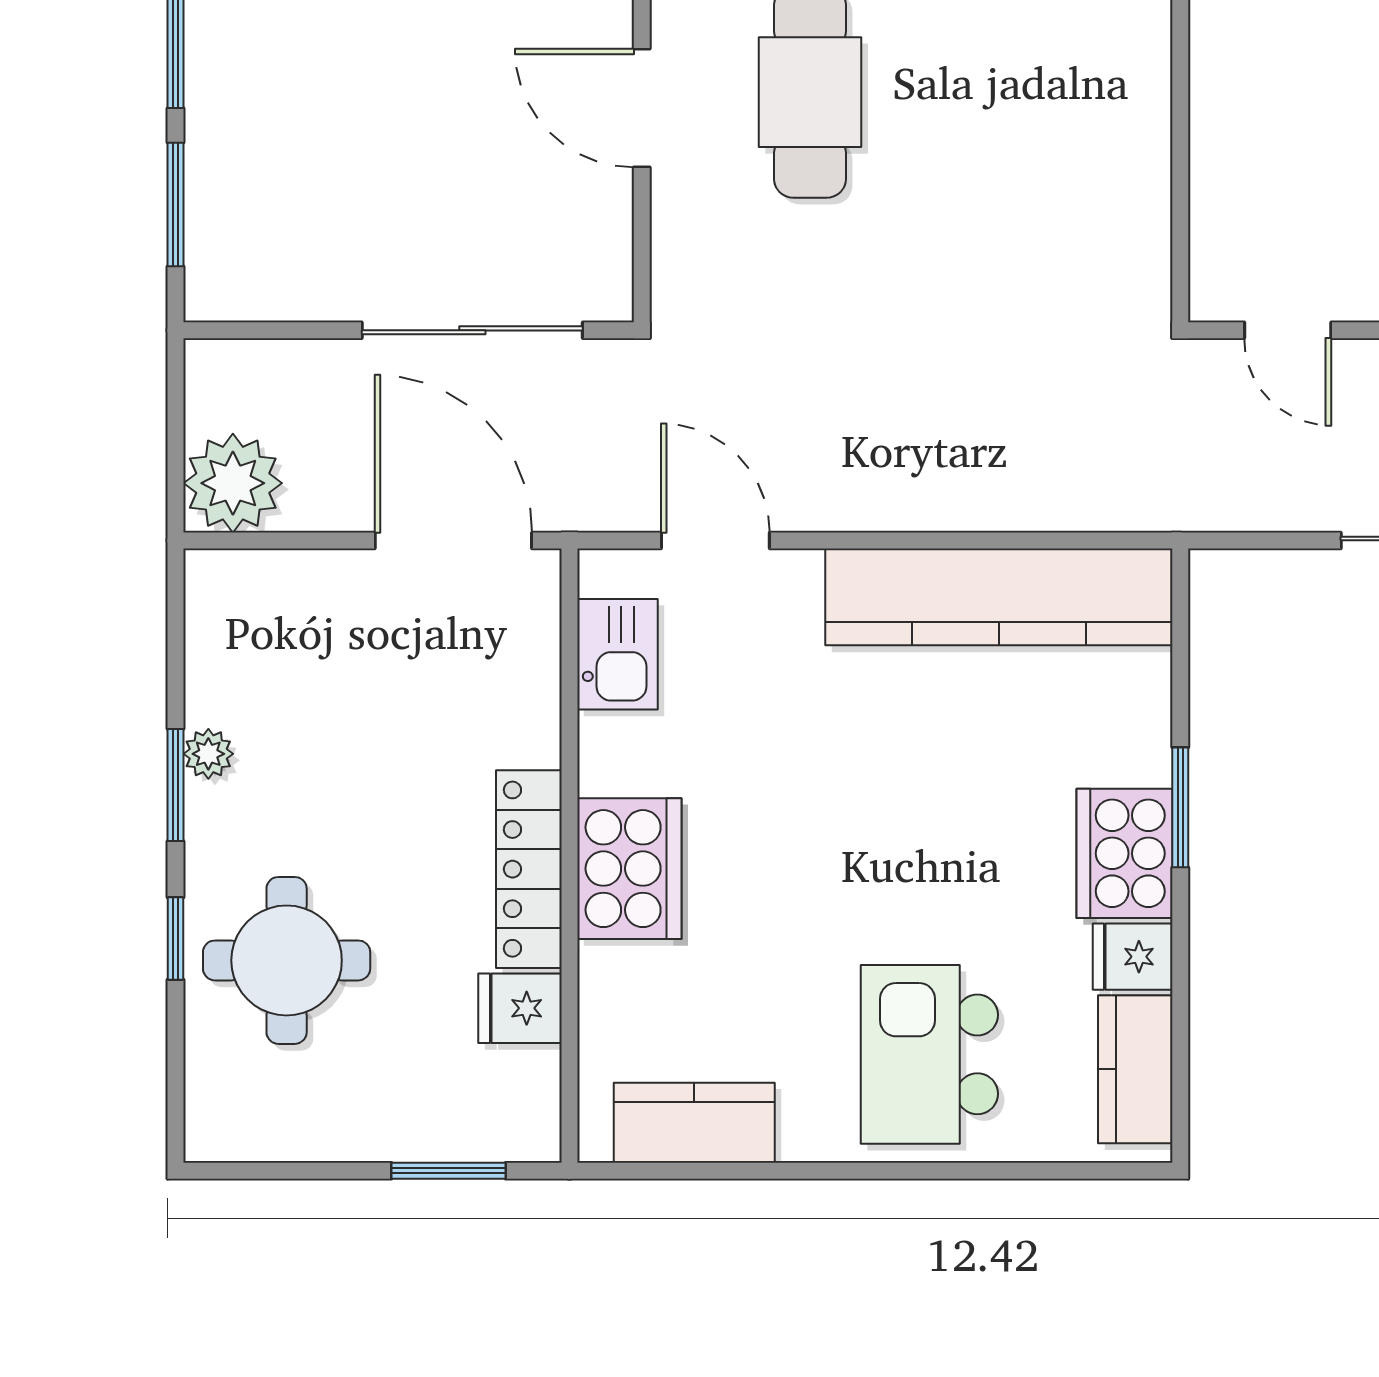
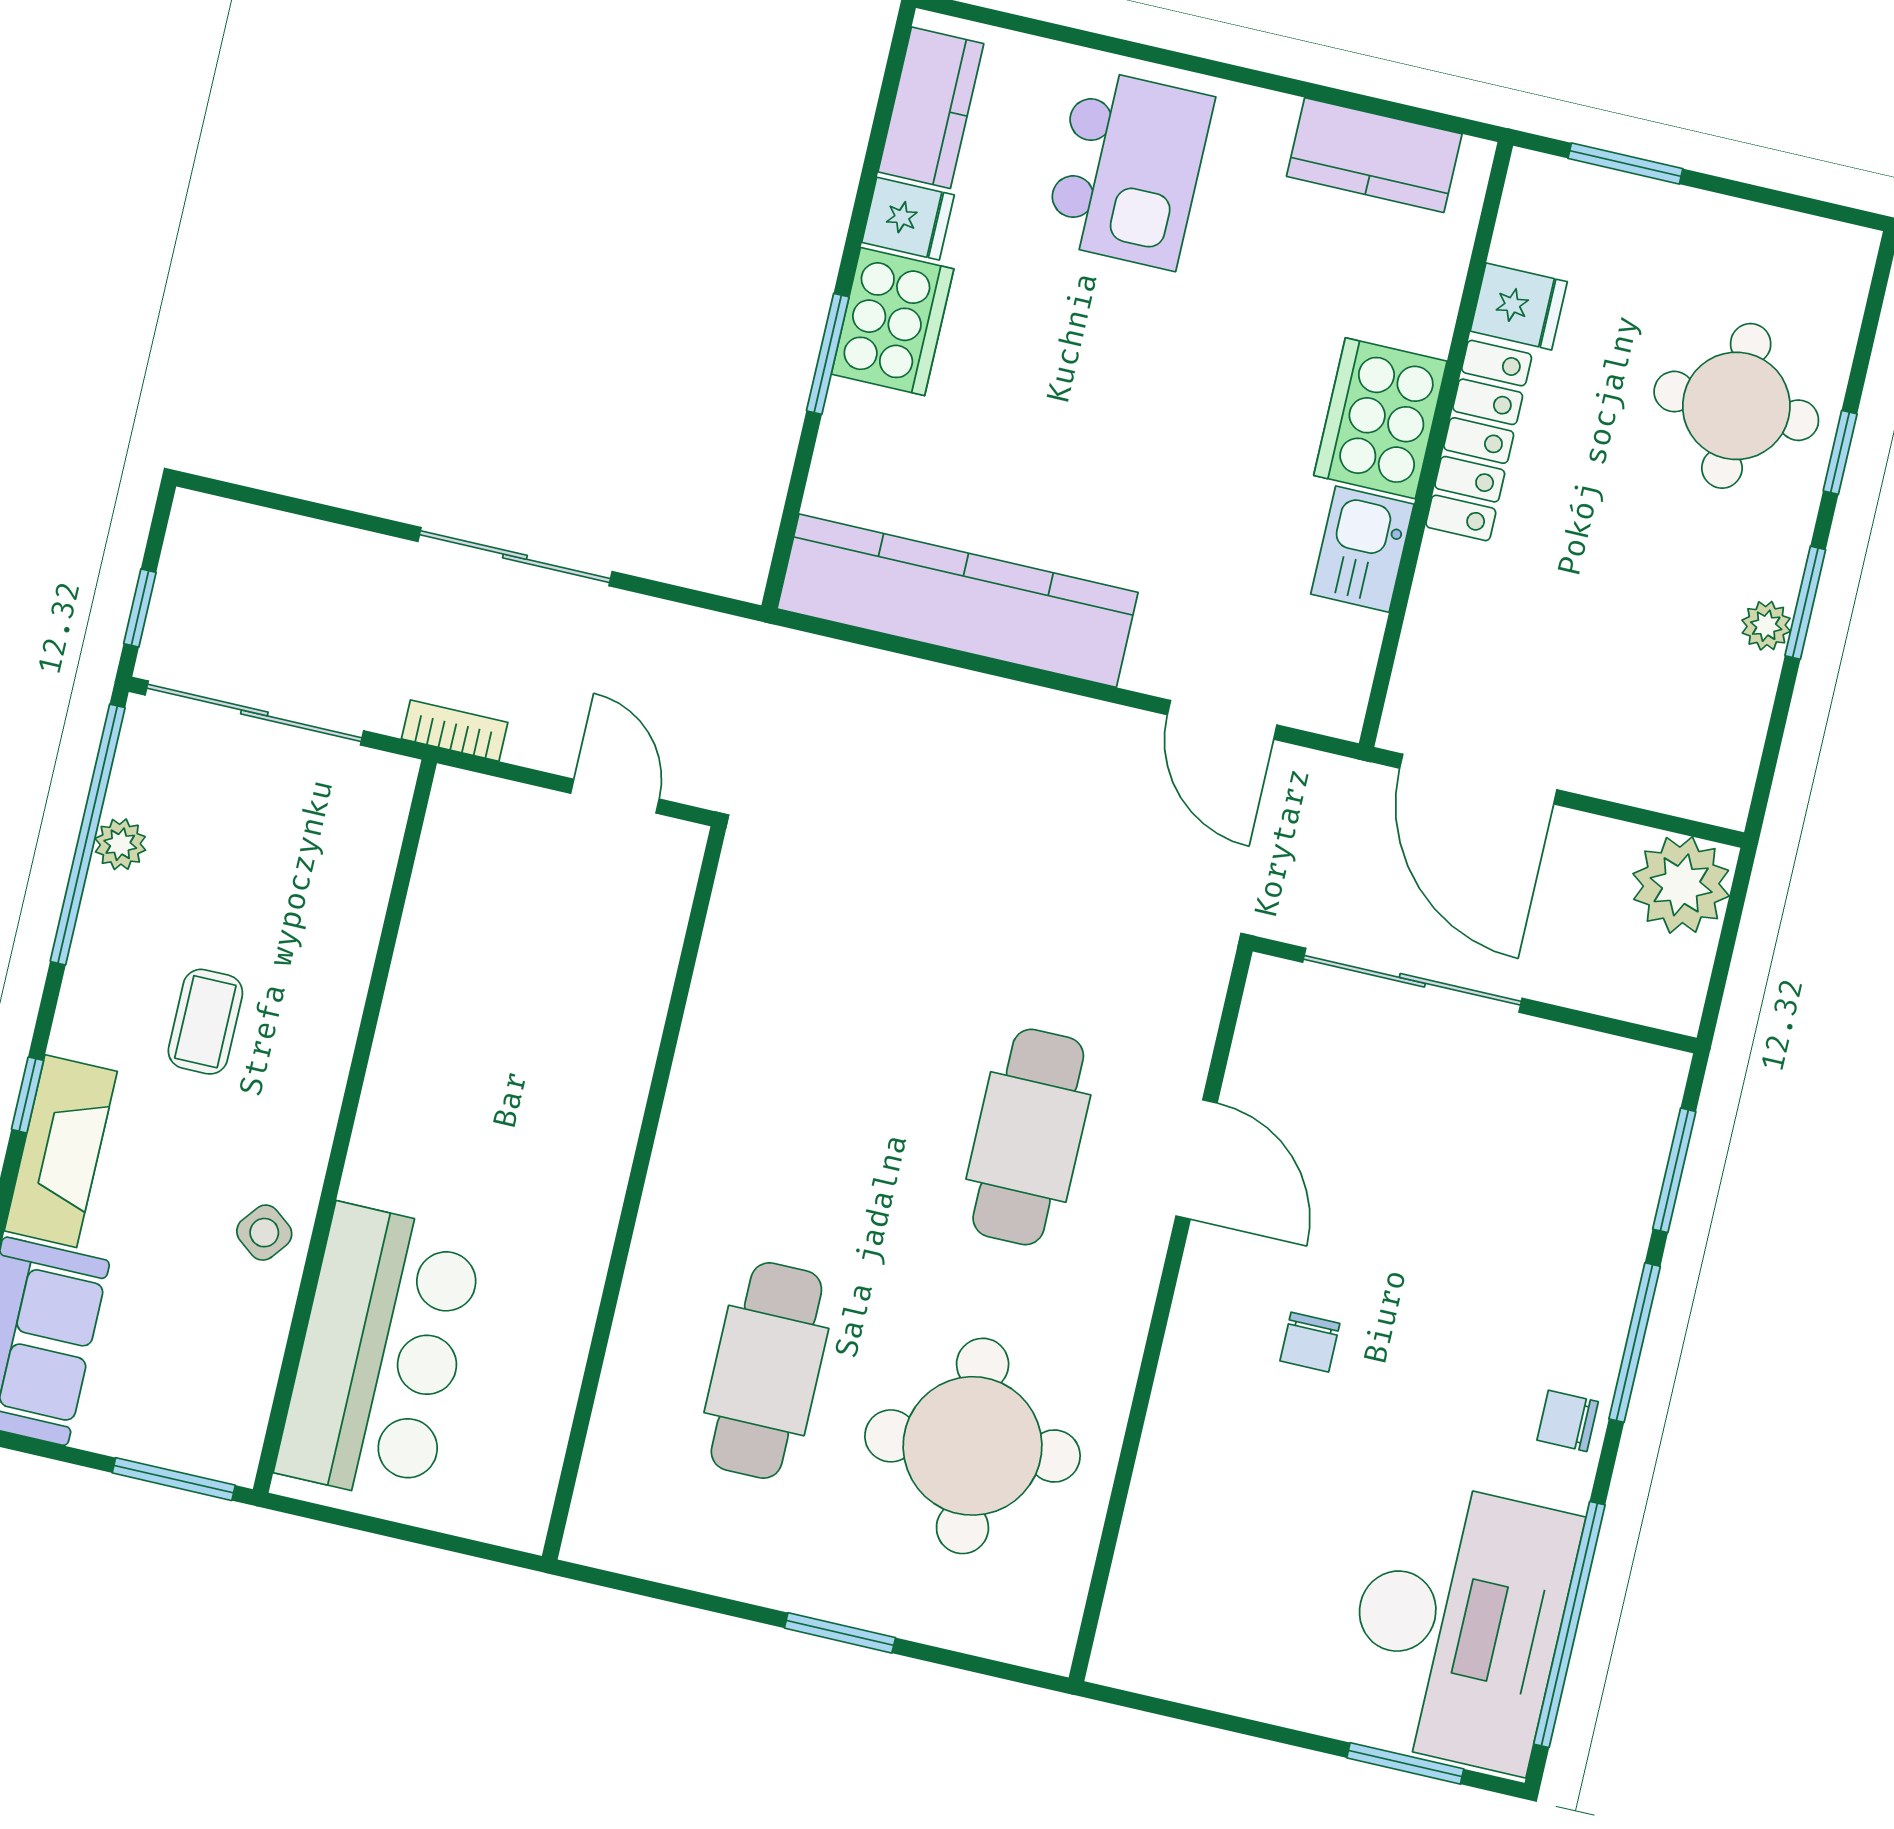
kitchen sink: (617, 654) -> (1362, 549), moved

